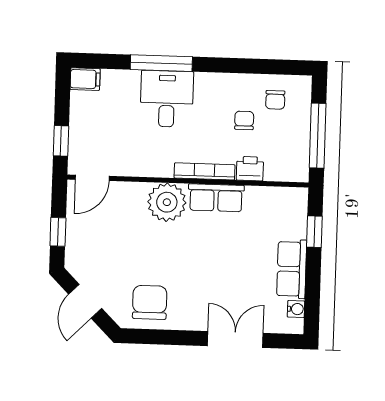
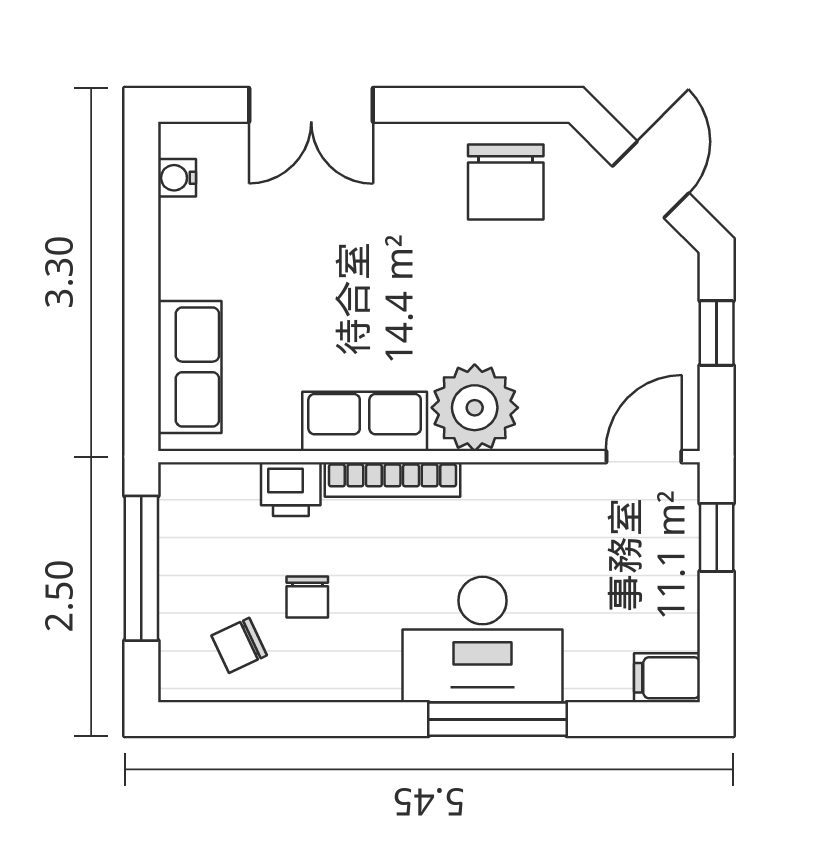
desk: (167, 99) -> (482, 640), width x1.37
chair: (275, 100) -> (239, 645), turned -115
window: (314, 232) -> (141, 353), removed
row of seats: (292, 269) -> (190, 367), moved

